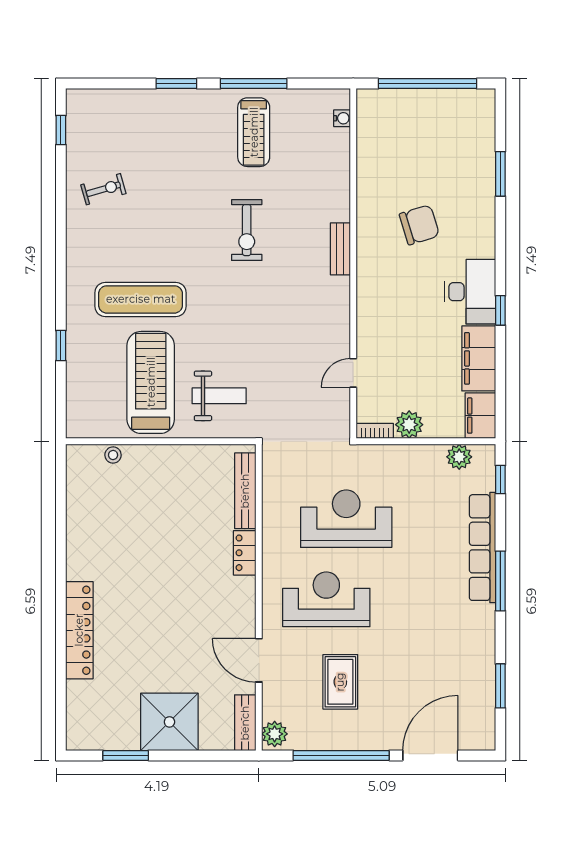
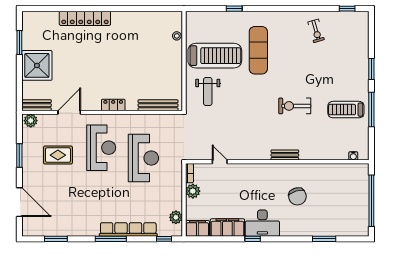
locker: (245, 553) -> (113, 105), moved
window: (341, 755) -> (19, 155), width x0.47

